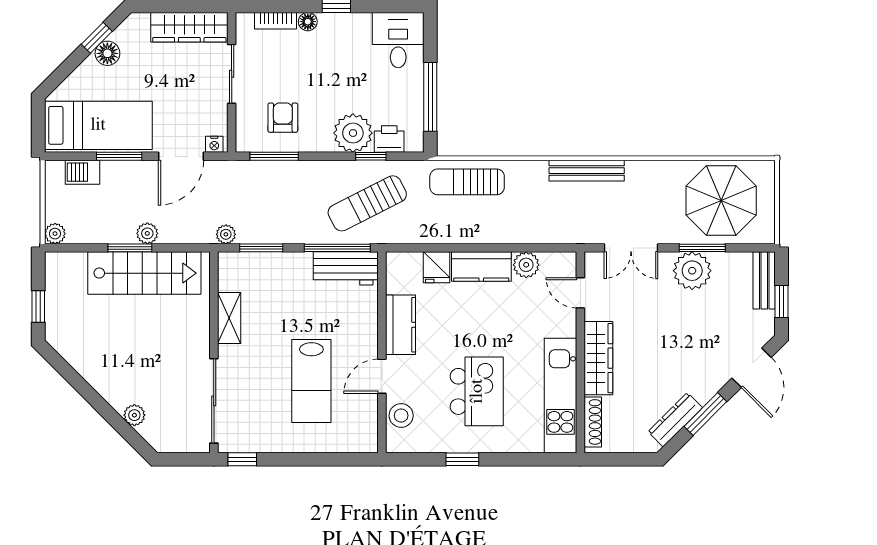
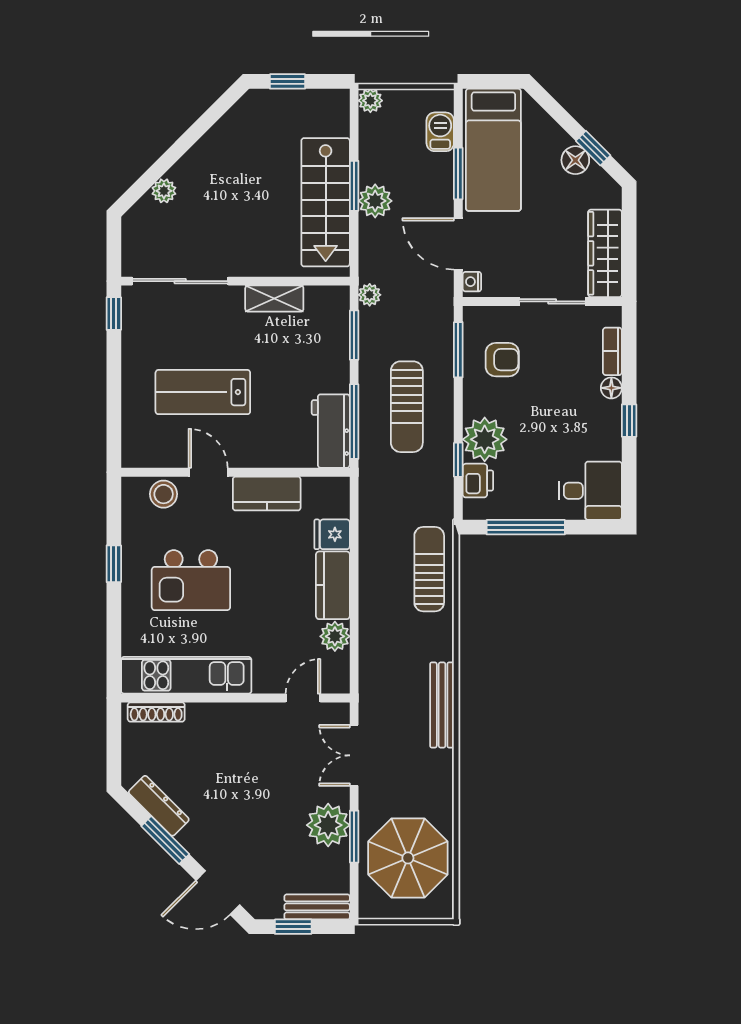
sun lounger: (367, 203) -> (407, 407), moved, turned -153
plant: (147, 233) -> (375, 201), width x1.38, depth x1.38
wardrobe: (598, 358) -> (229, 718), removed

